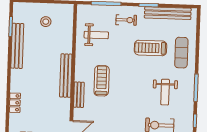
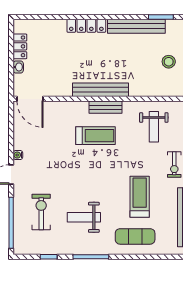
bench: (79, 95) -> (106, 107), moved
locker: (15, 103) -> (86, 26), moved, width x1.53

